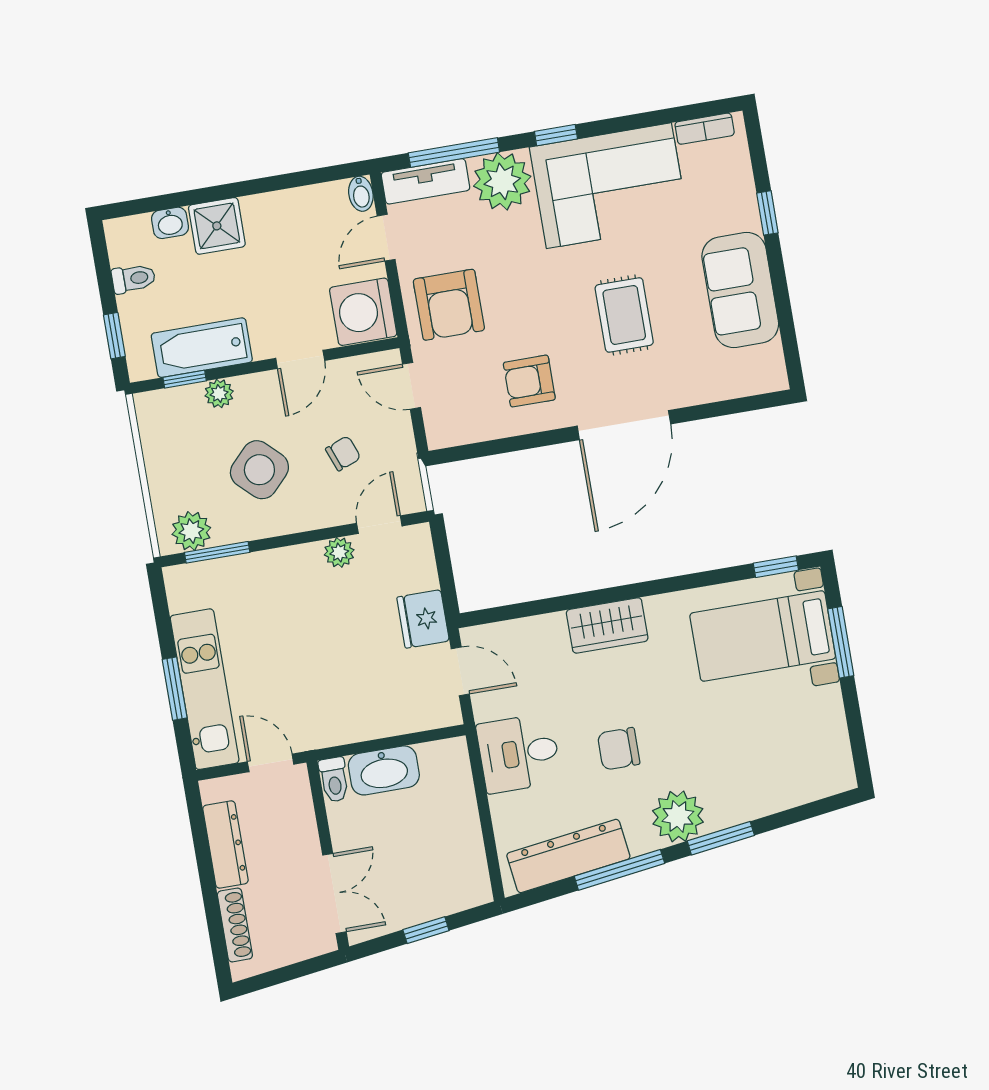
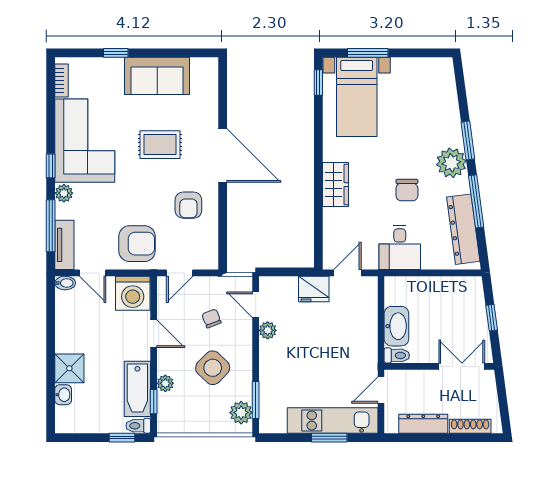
plant: (502, 181) -> (64, 193), width x0.53, depth x0.53
toilet: (133, 279) -> (138, 426), moved, turned -90

